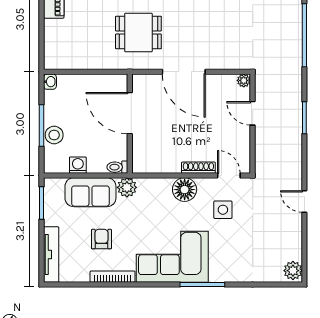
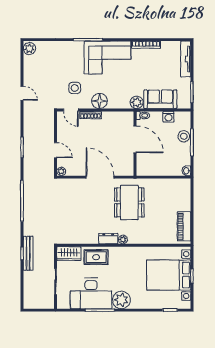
dining table: (138, 32) -> (129, 202), width x1.38
door: (130, 113) -> (135, 139), moved
armchair: (101, 239) -> (153, 69), removed

